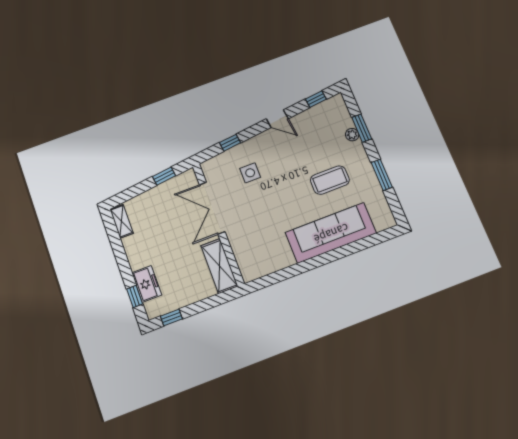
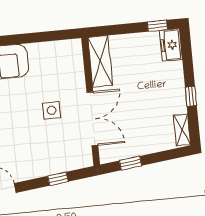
side table: (250, 173) -> (52, 110), moved
freezer: (147, 284) -> (171, 45), moved
window: (135, 297) -> (191, 96), moved

